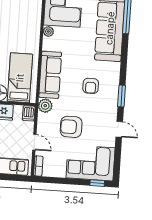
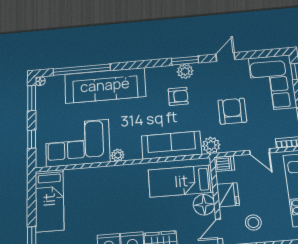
plant: (112, 95) -> (185, 71), added
armchair: (71, 127) -> (232, 111), turned 180
door: (34, 142) -> (260, 152), swing flipped

